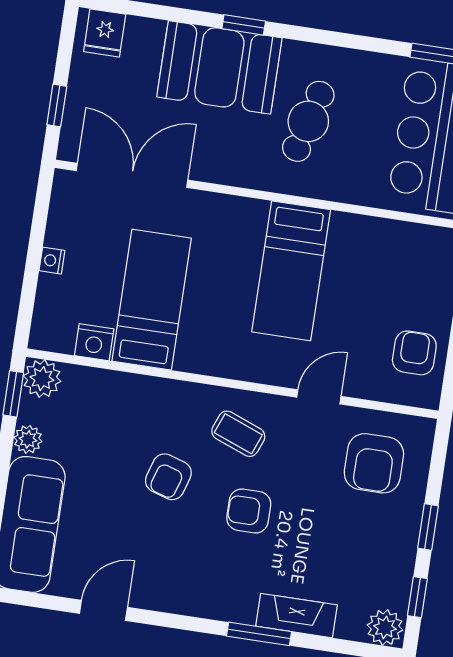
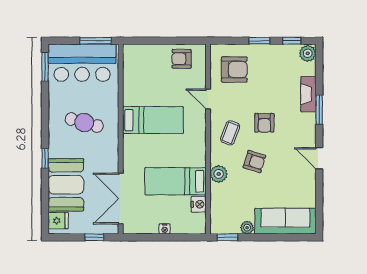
booth: (219, 67) -> (66, 185), moved
plant: (42, 379) -> (219, 174), moved
door: (103, 610) -> (319, 158), moved

